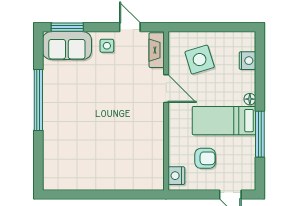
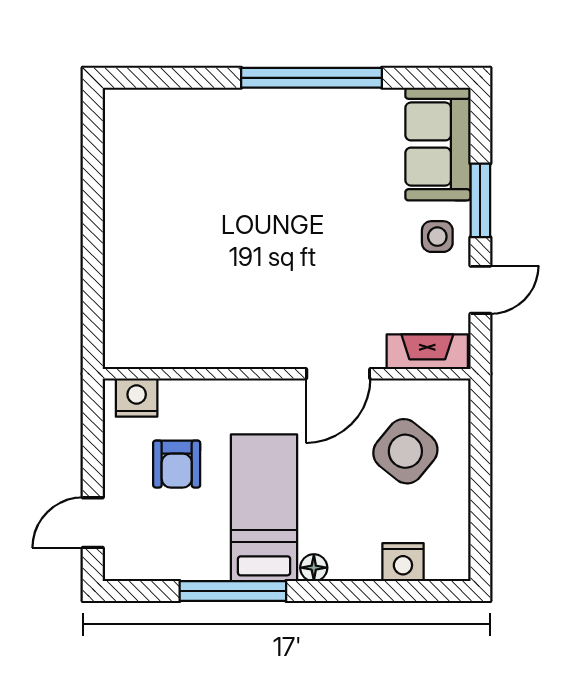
window: (67, 27) -> (480, 200), moved
side table: (200, 60) -> (405, 451), turned -34

